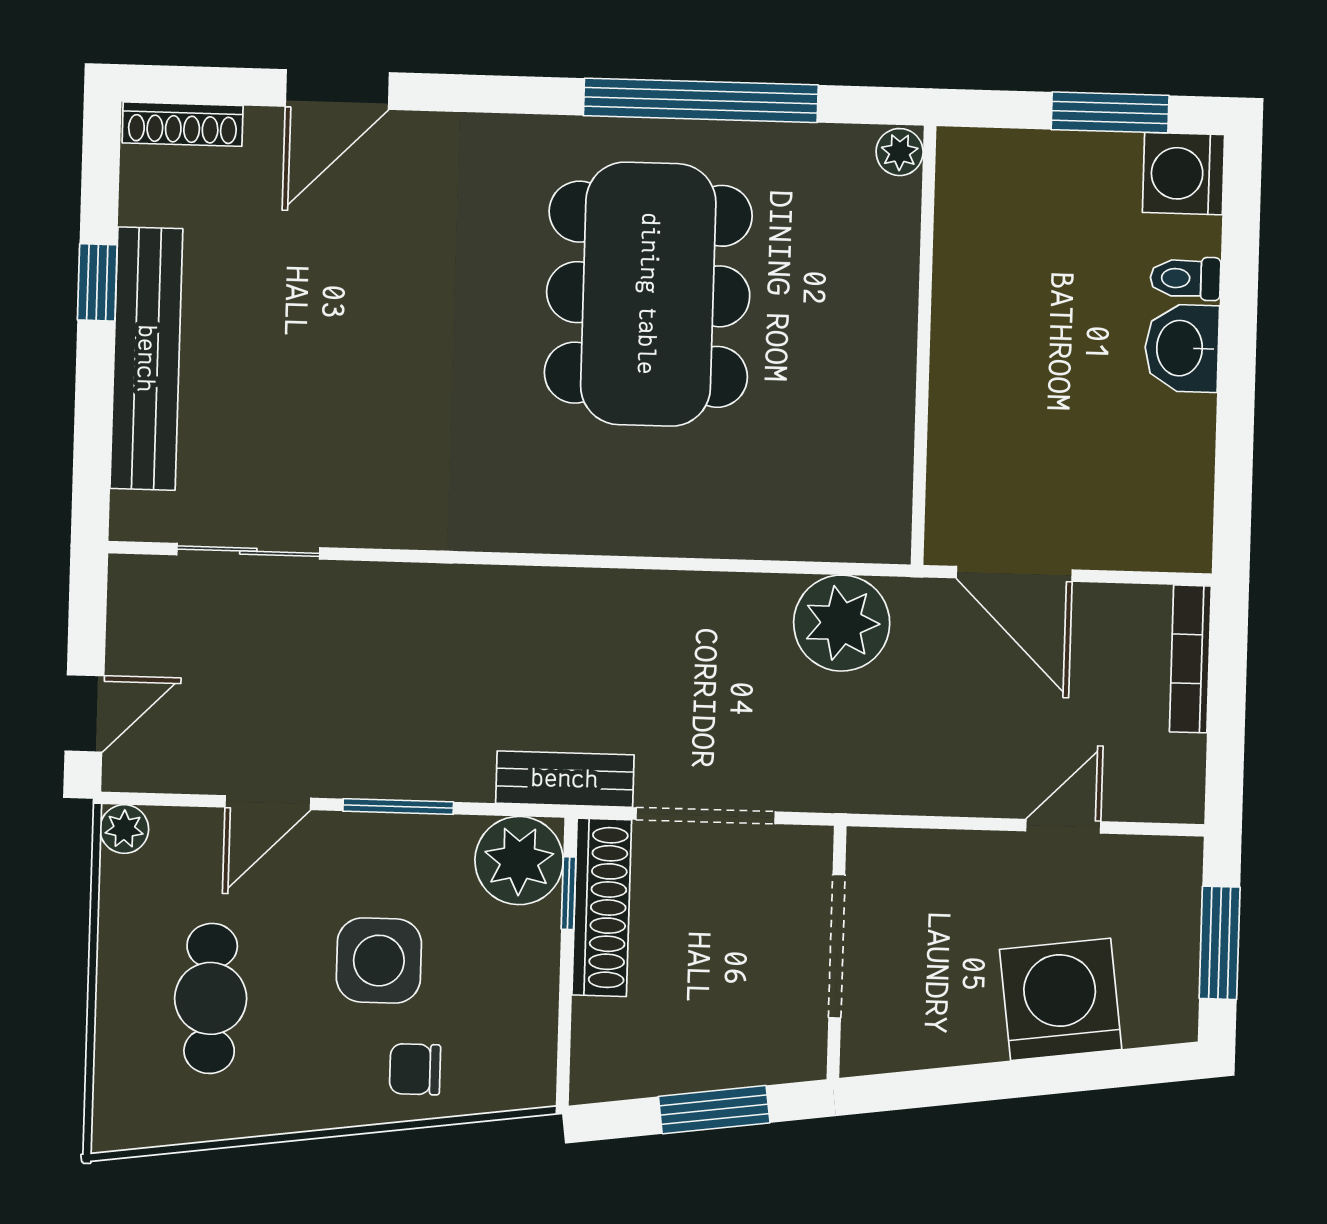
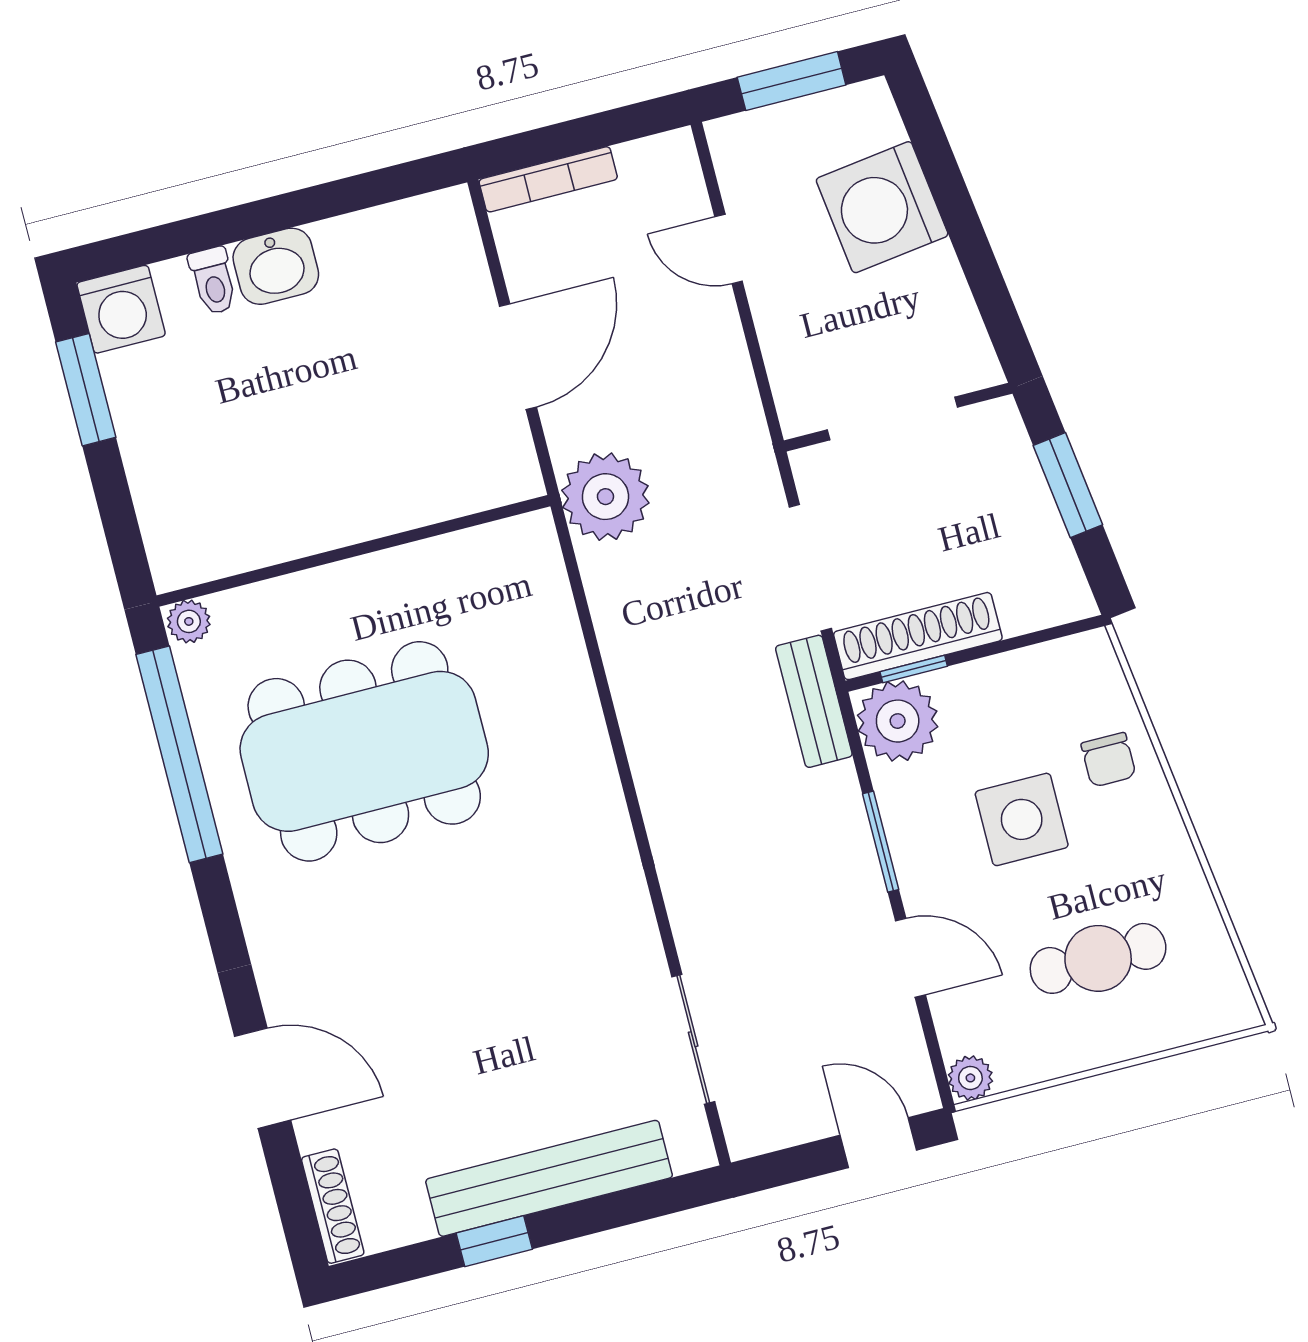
plant: (900, 152) -> (189, 621), moved
wall: (924, 345) -> (353, 551), moved

